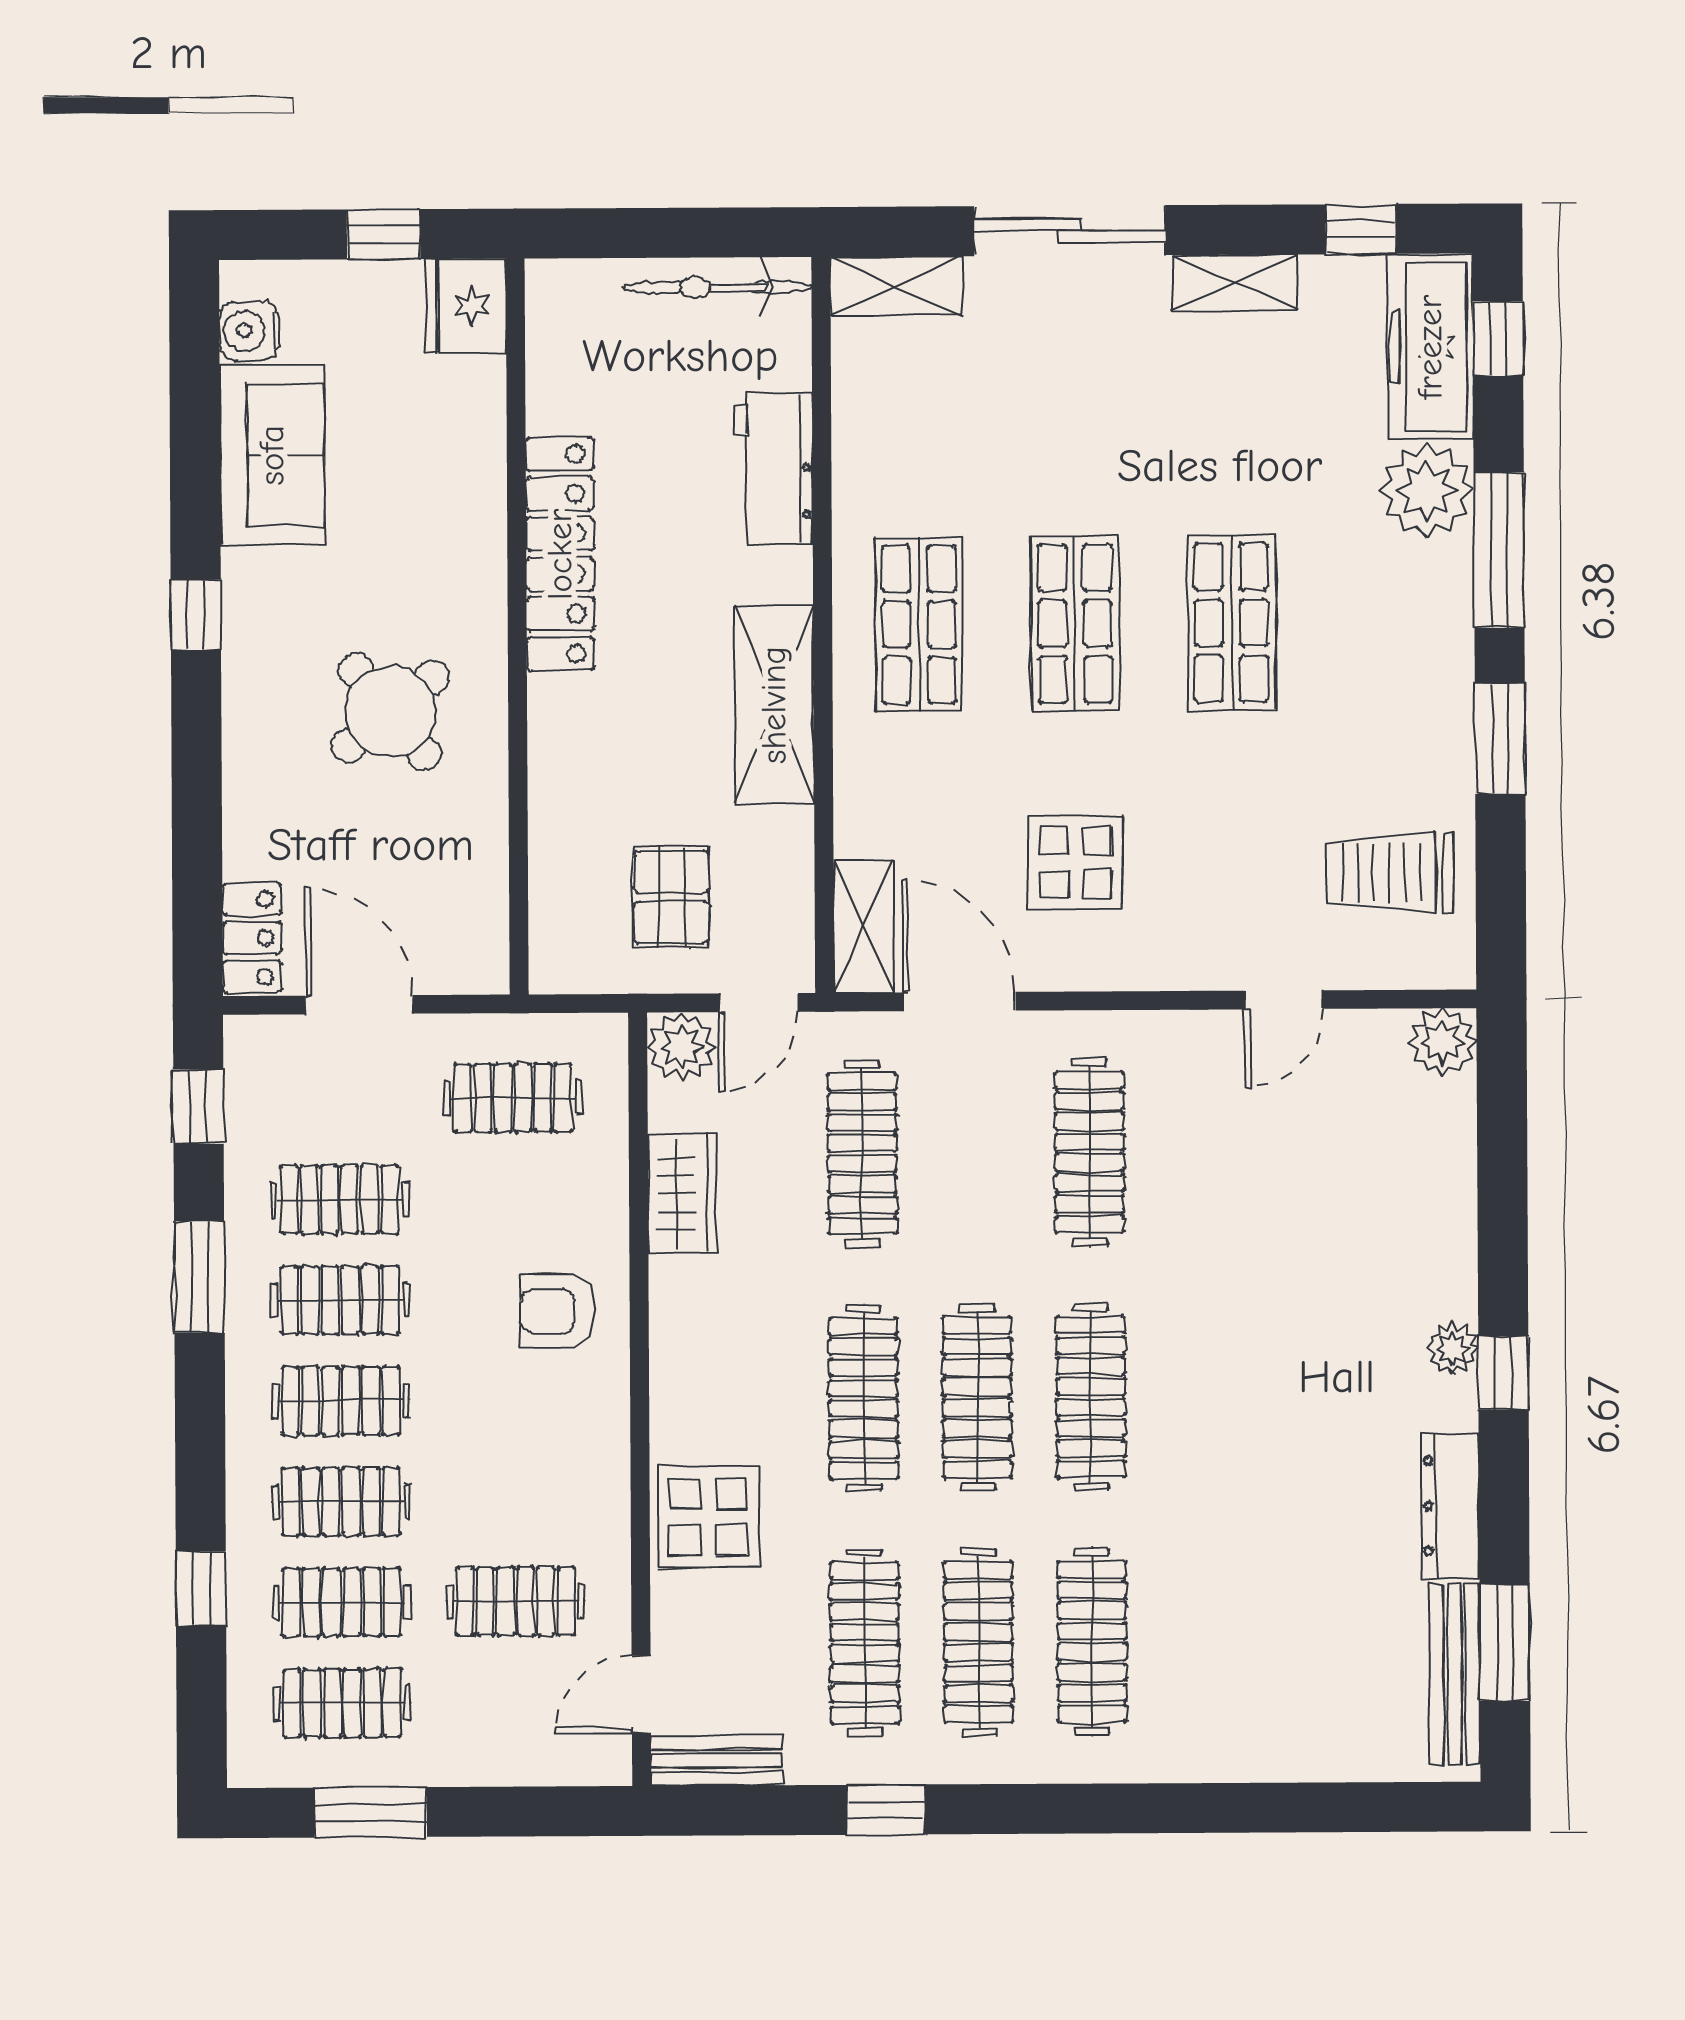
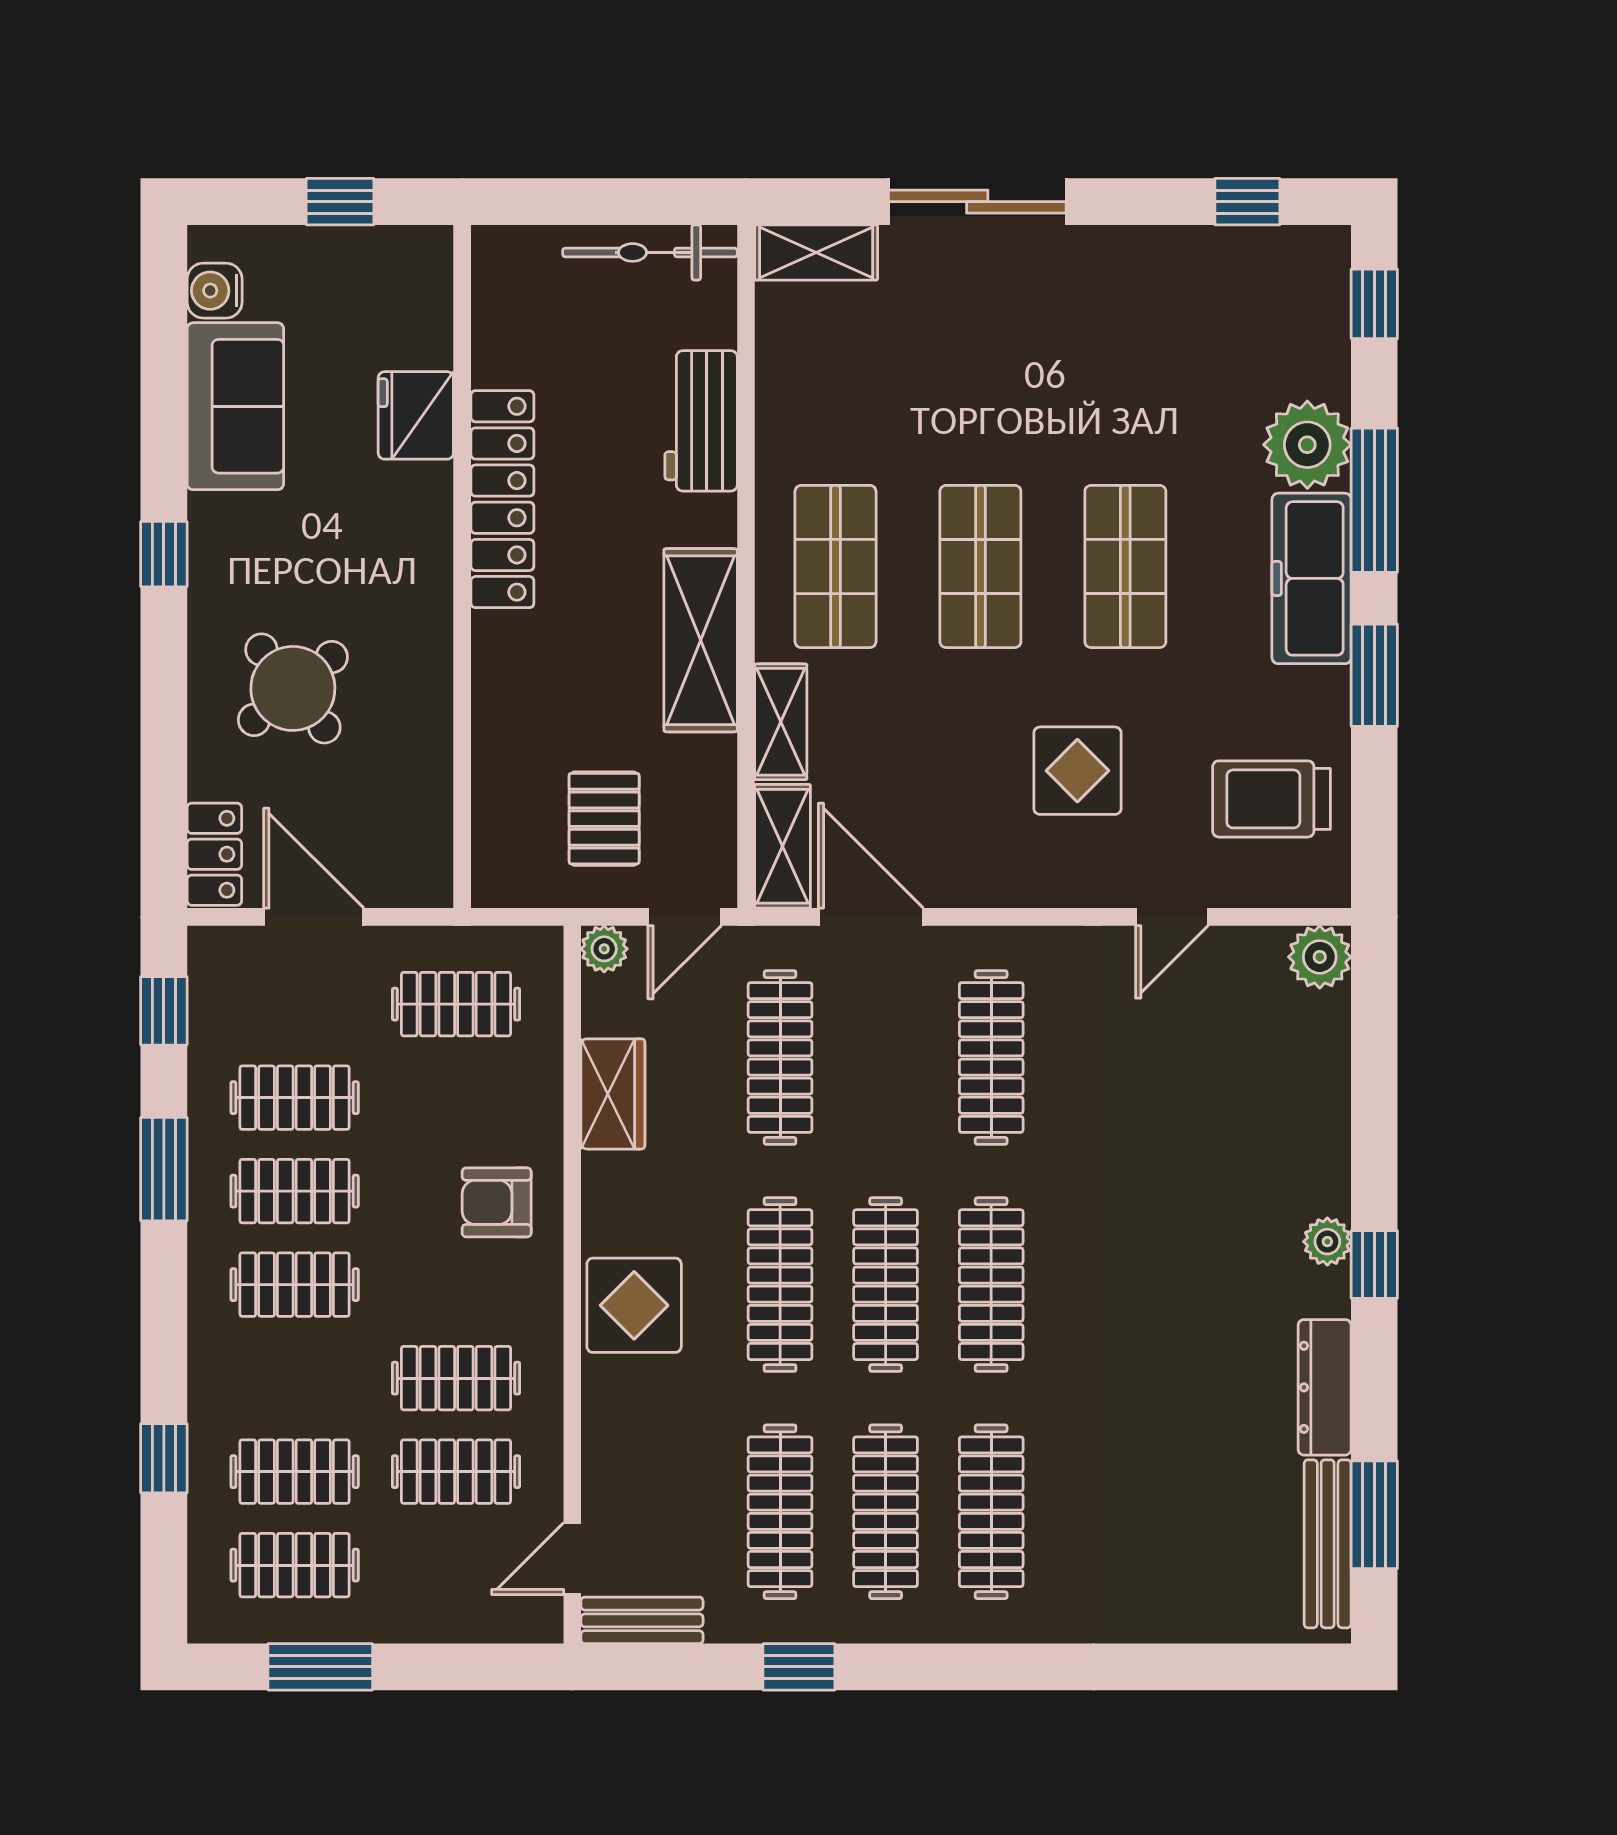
shelving: (1235, 283) -> (781, 722), moved, turned 90
fridge: (466, 306) -> (416, 415), moved
freezer: (1430, 347) -> (1312, 578), moved
round table: (390, 712) -> (293, 688), moved
display table: (1075, 862) -> (1077, 771), moved
plant: (682, 1047) -> (604, 949), width x0.73, depth x0.73
clothes rail: (341, 1502) -> (456, 1378), moved
display table: (708, 1517) -> (634, 1305), moved

